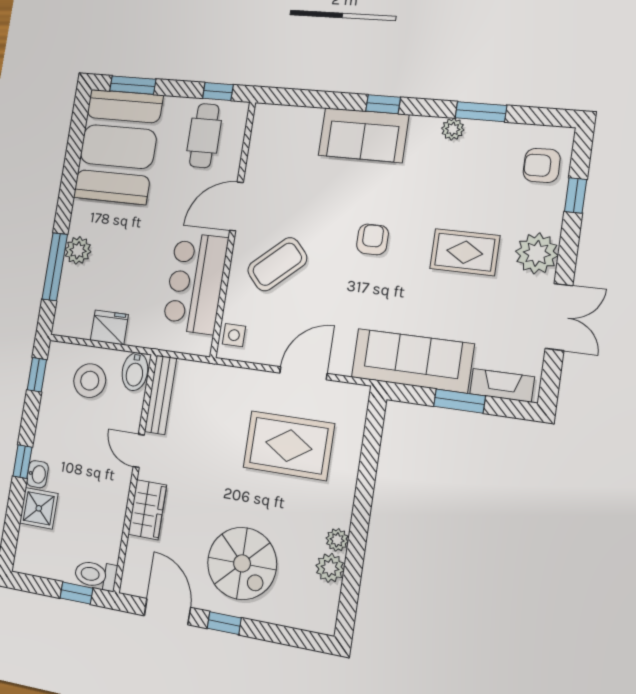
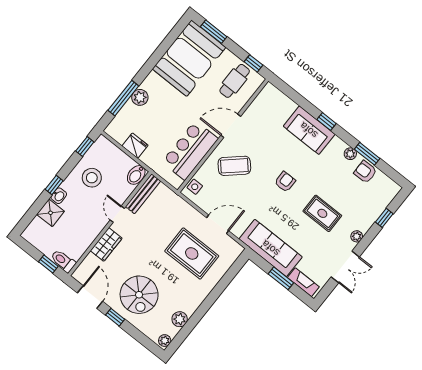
armchair: (542, 165) -> (365, 172), moved
plant: (537, 253) -> (357, 236), width x0.53, depth x0.53
stool: (90, 381) -> (92, 178), moved
plant: (337, 540) -> (165, 341), moved

